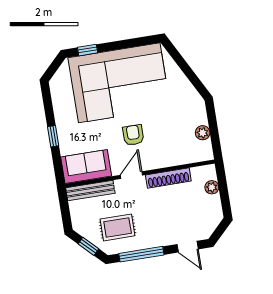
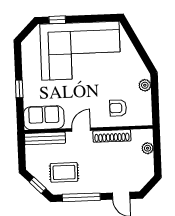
plant: (203, 133) -> (145, 85), moved
armchair: (133, 135) -> (118, 108), moved, turned -90

